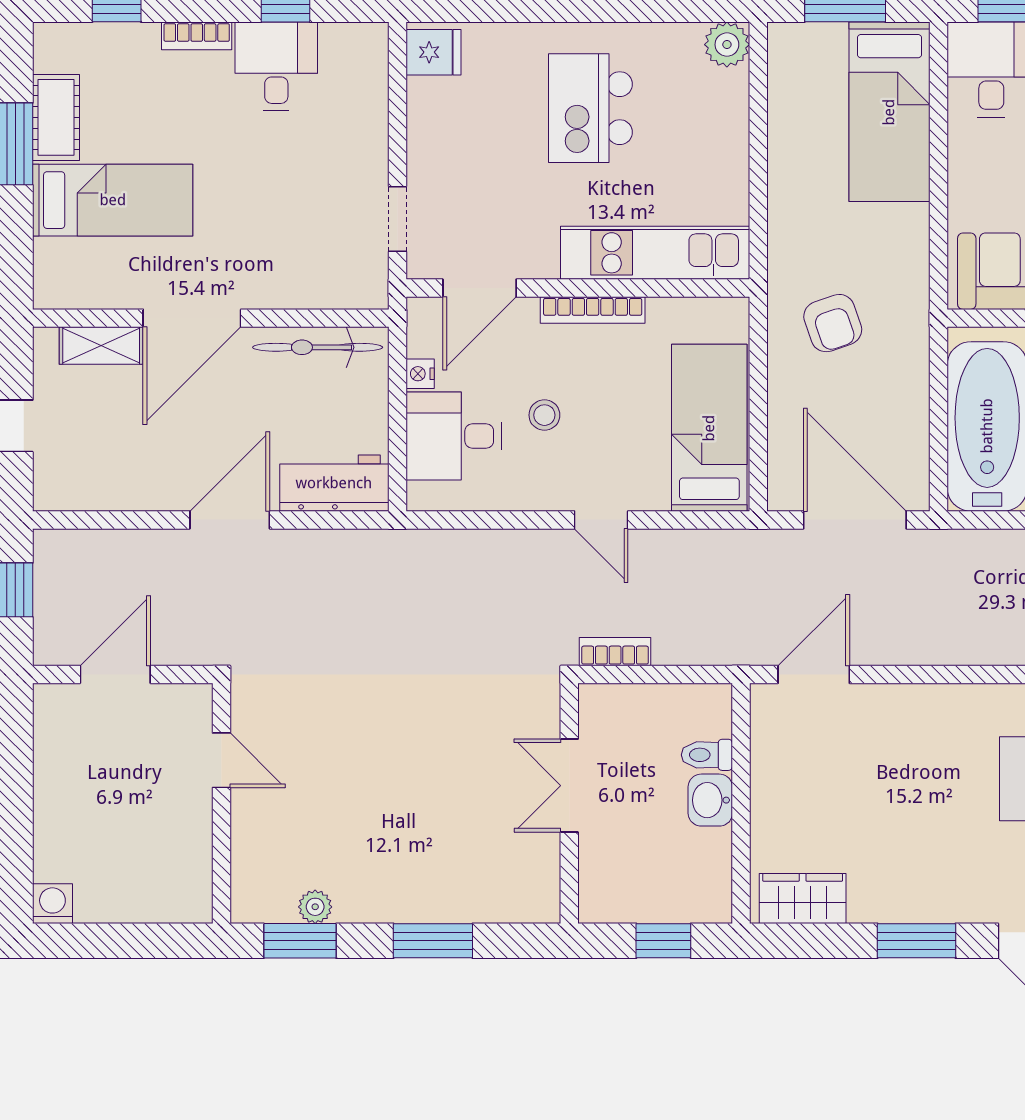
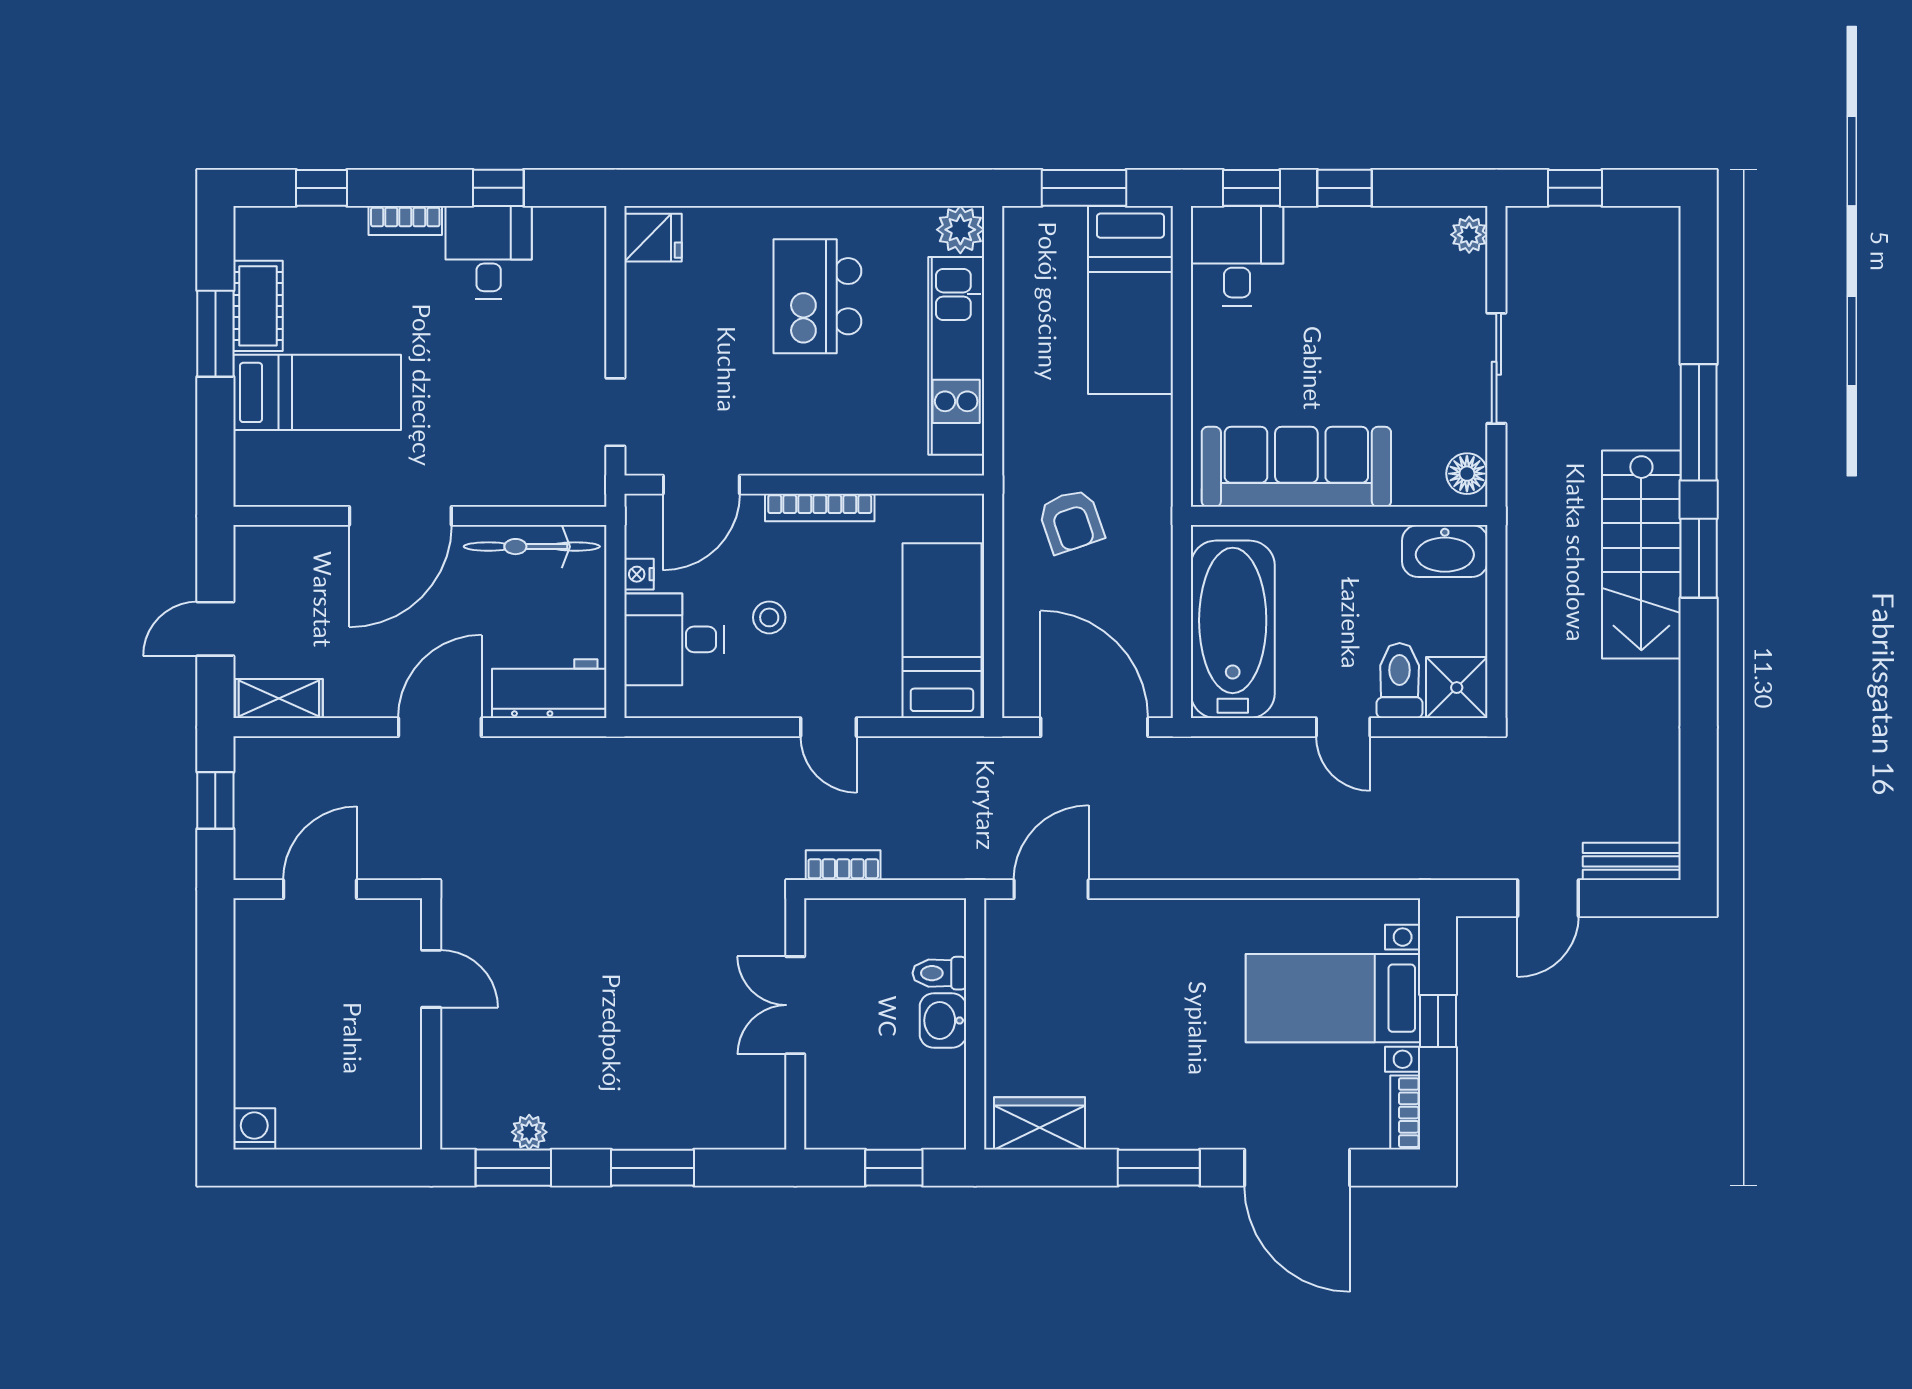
kitchen unit: (655, 253) -> (956, 356), moved, turned -90
shelving: (101, 346) -> (279, 699), moved

